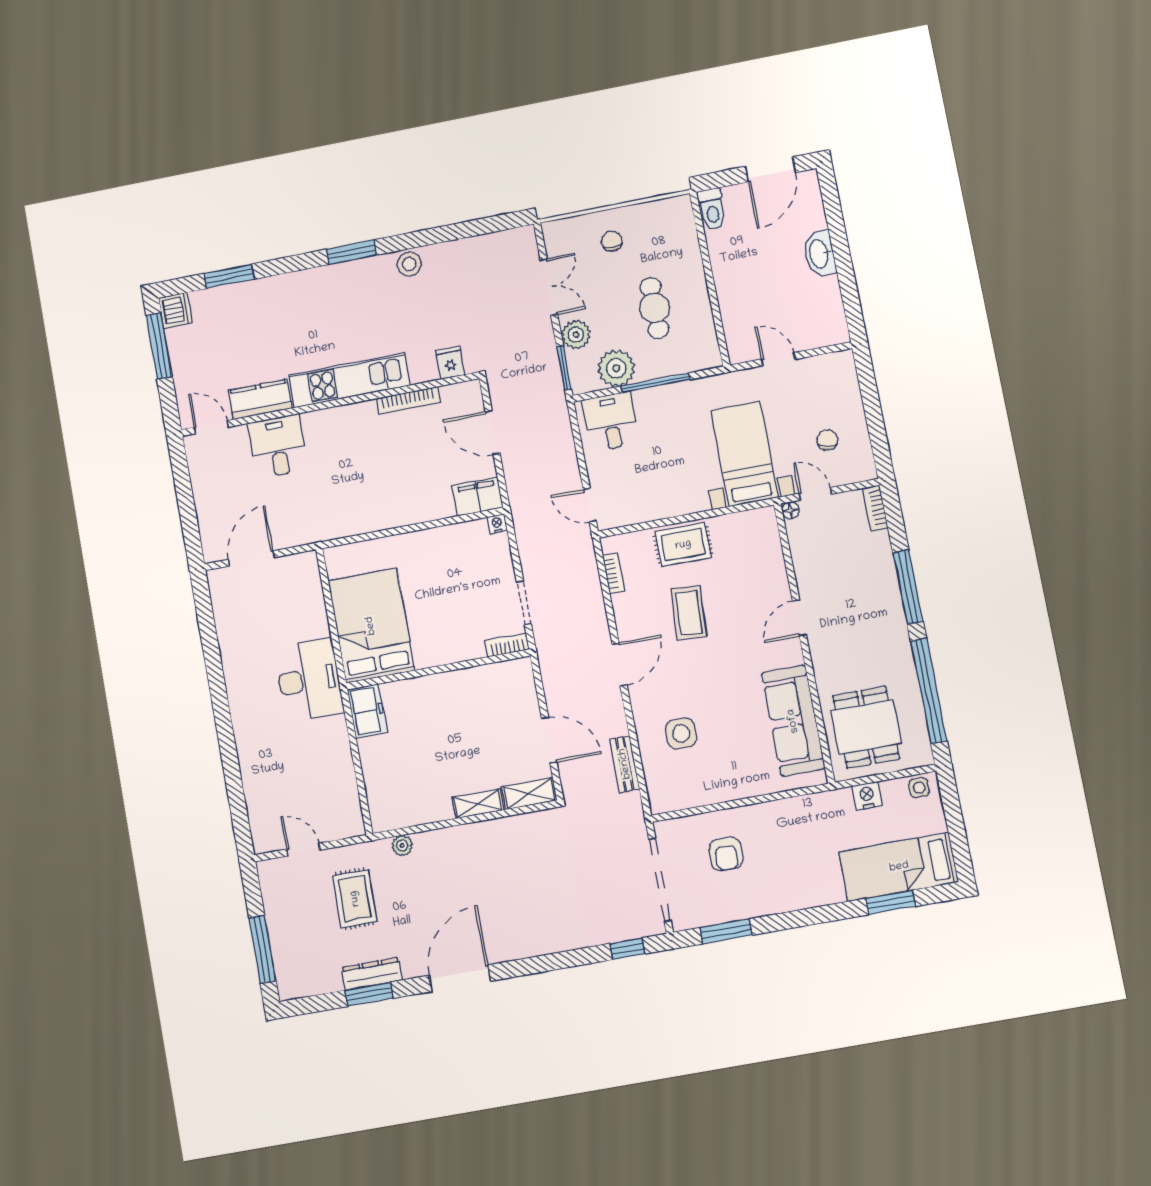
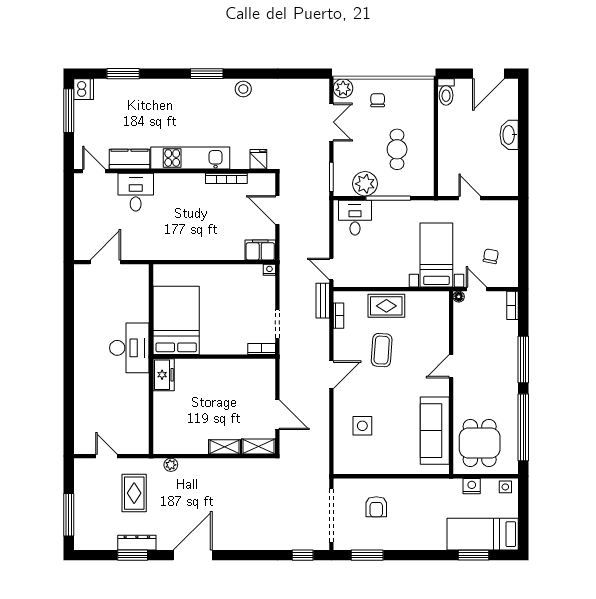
plant: (576, 335) -> (343, 88), moved
bench: (625, 764) -> (323, 301), moved

